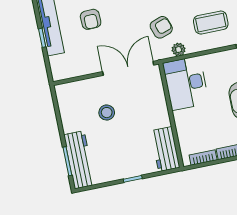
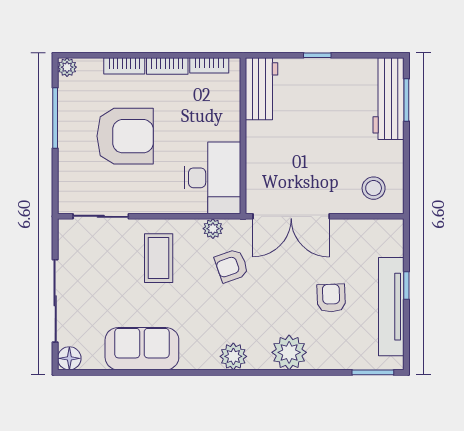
coffee table: (211, 23) -> (159, 258), turned 90
stool: (107, 113) -> (374, 188), moved

